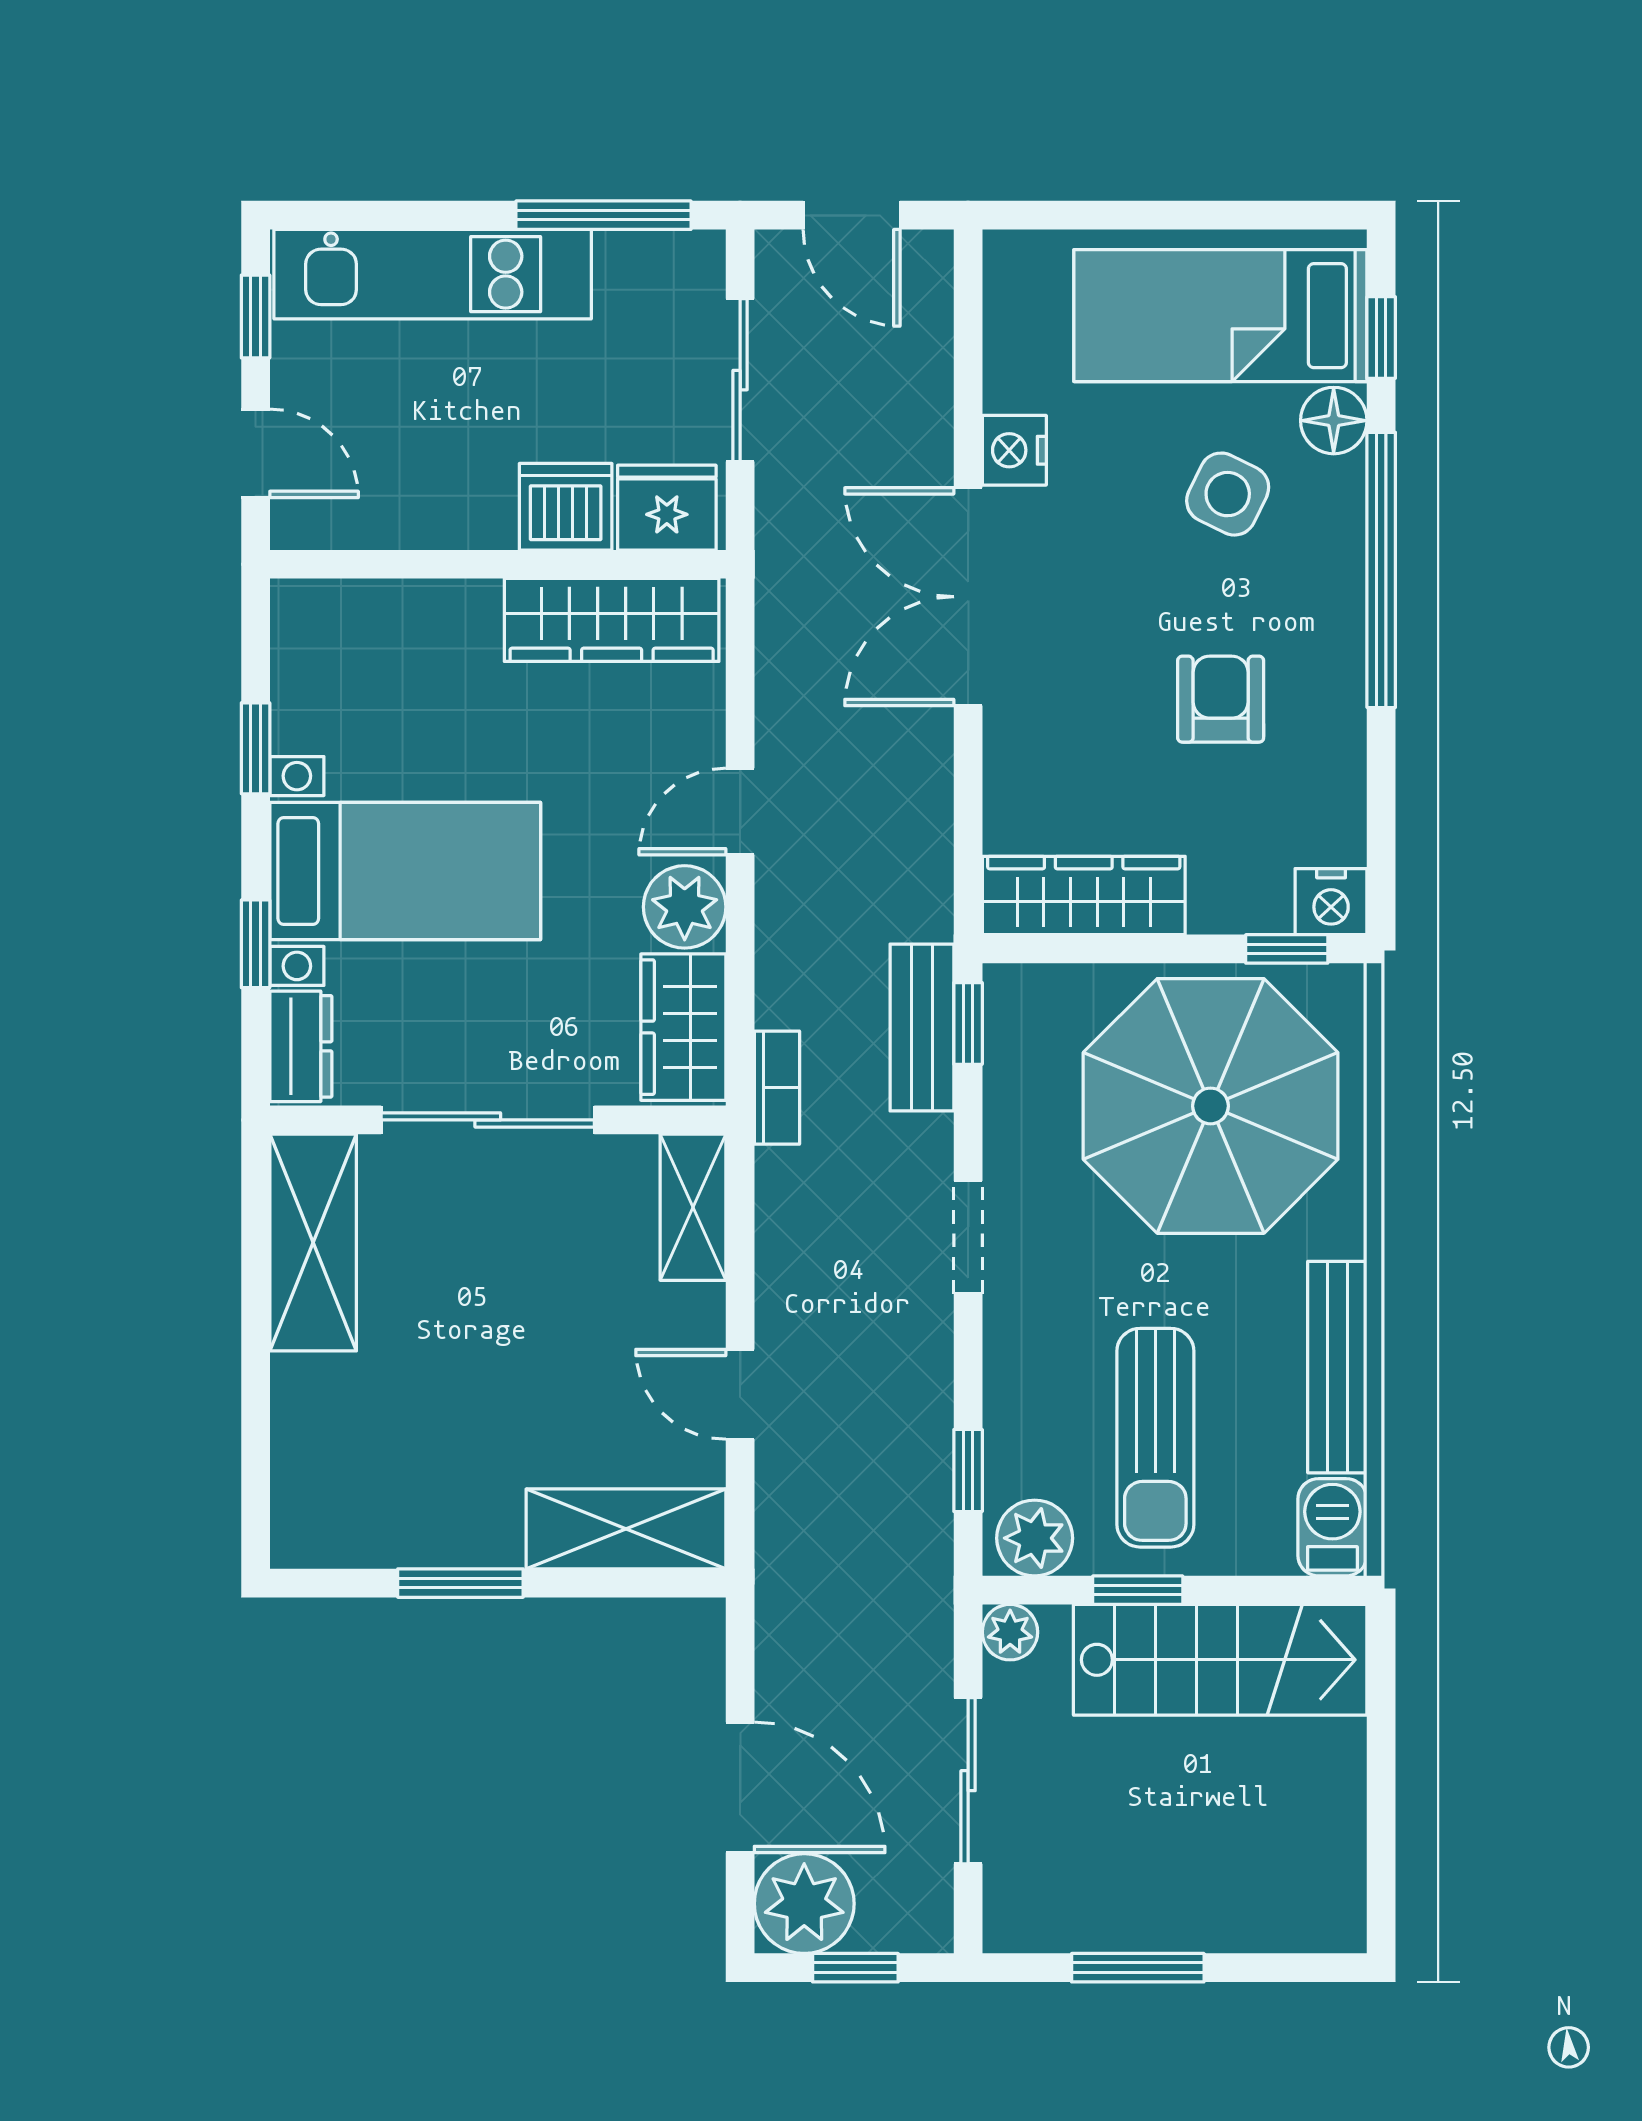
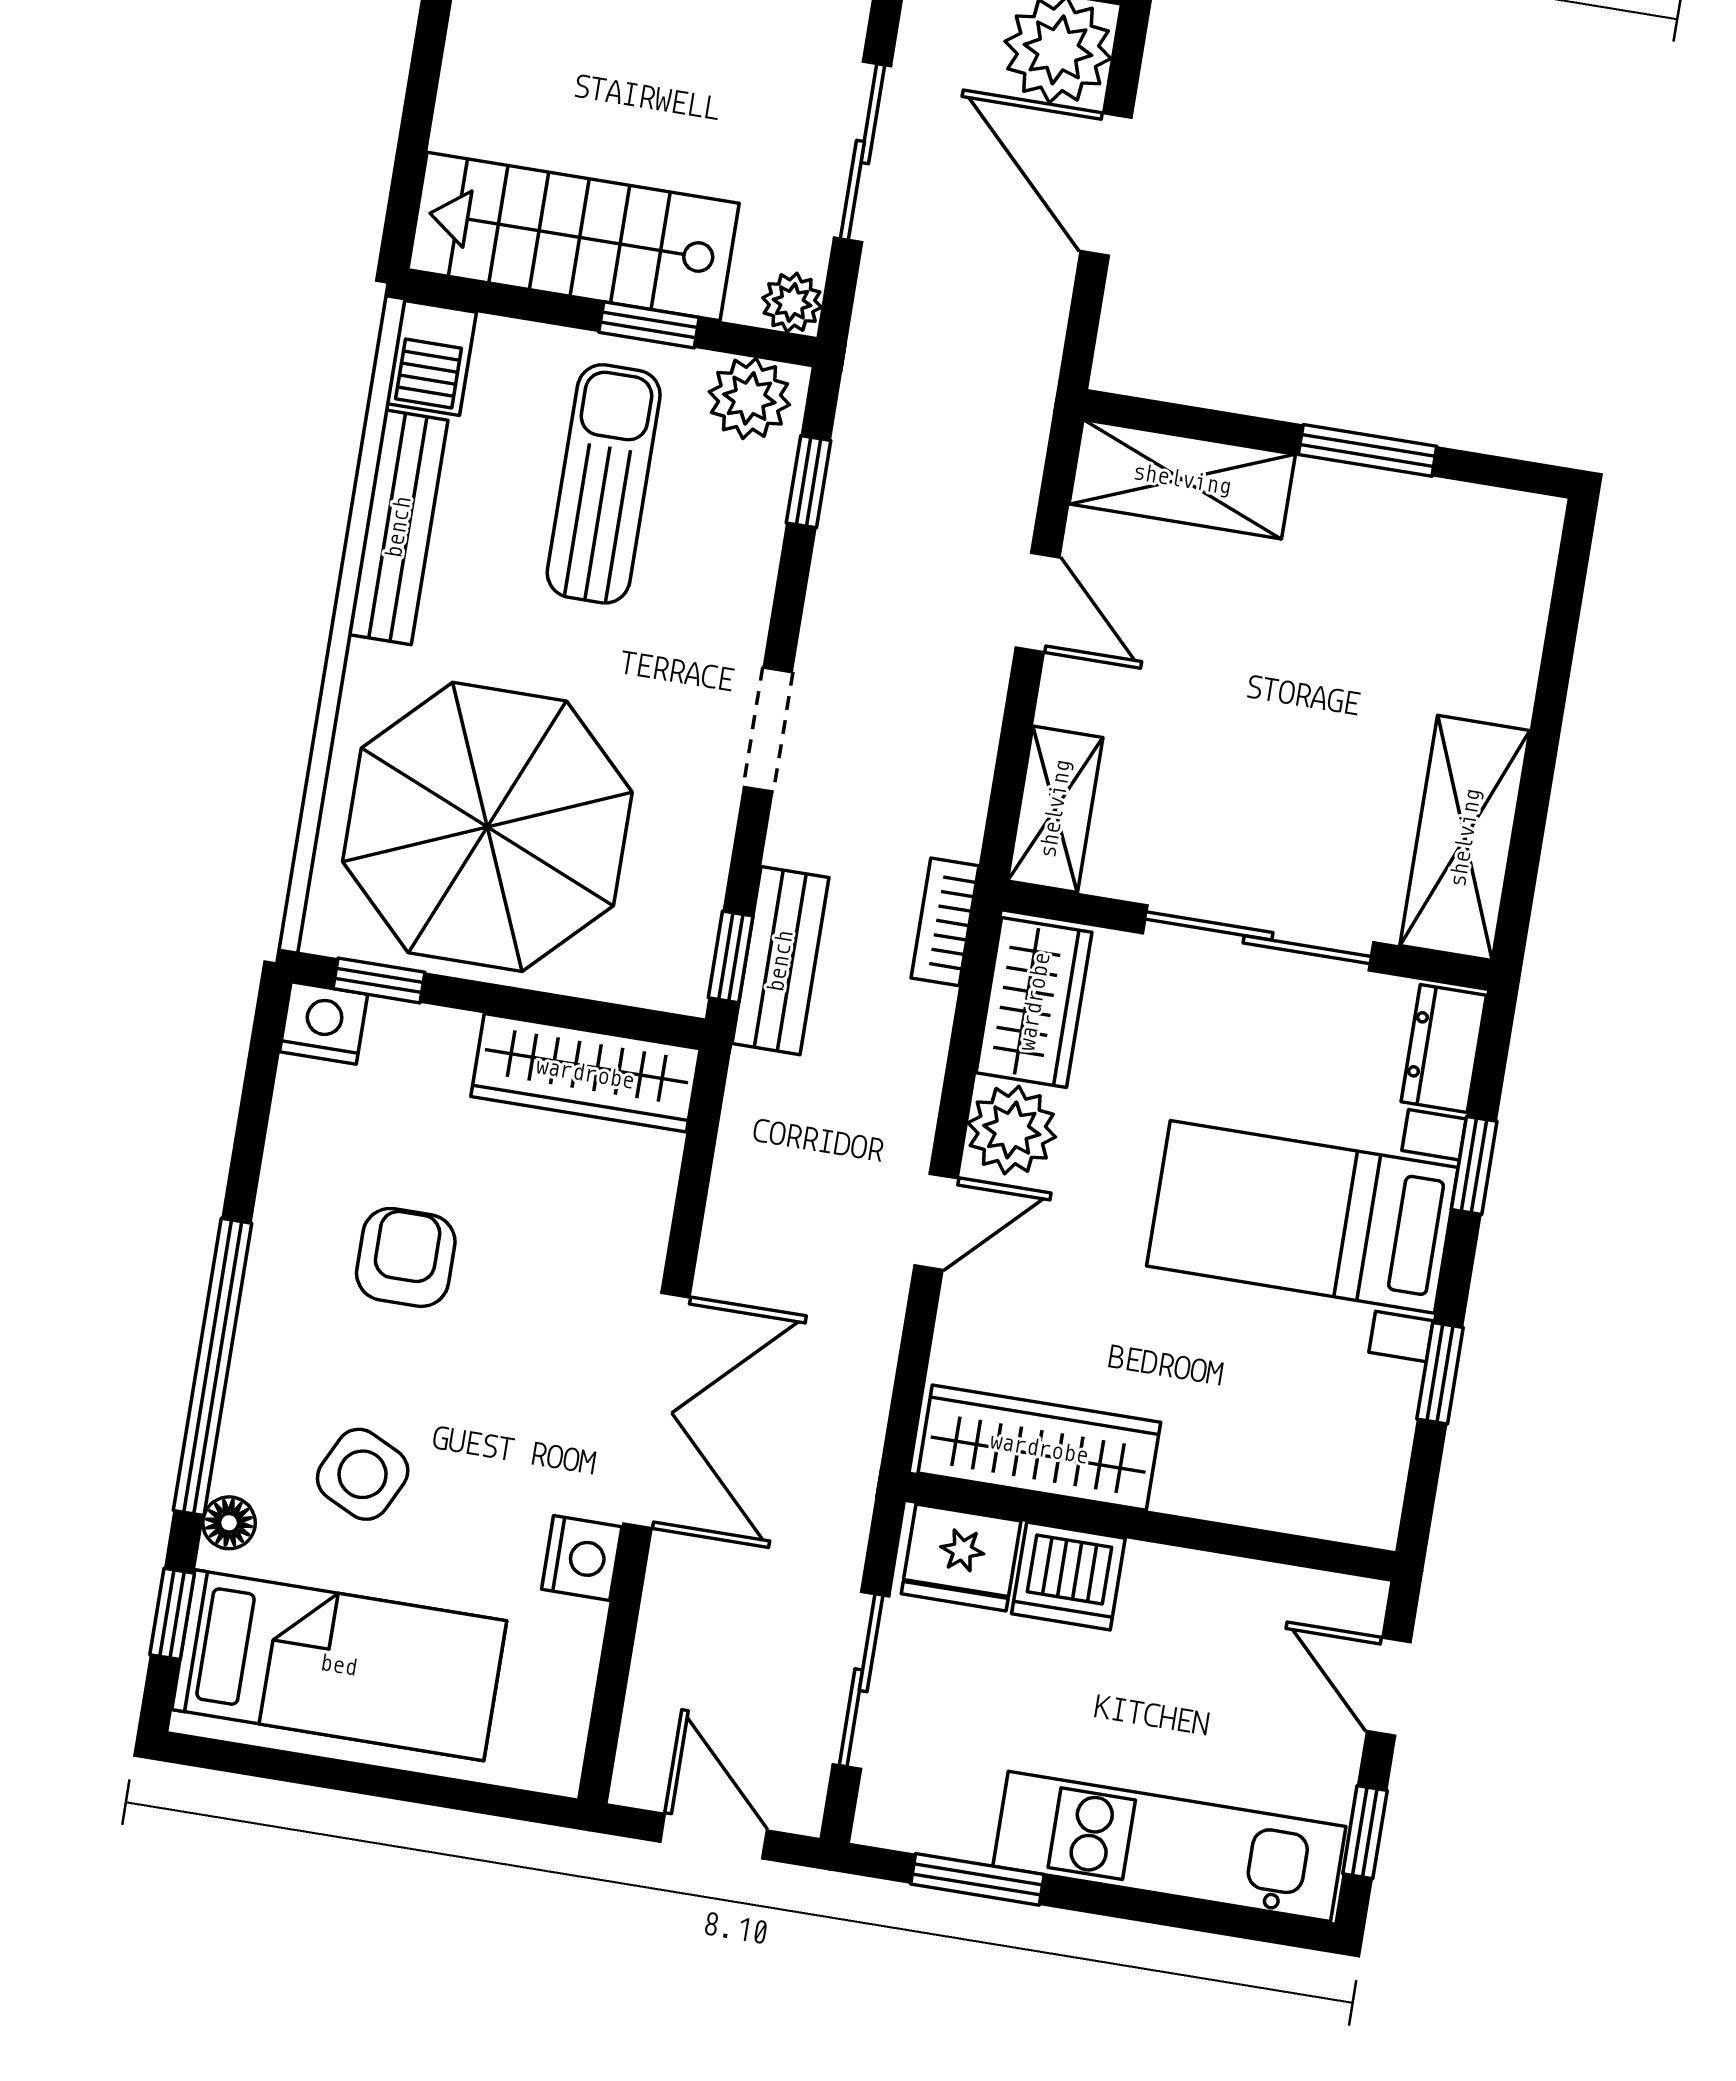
window: (604, 215) -> (977, 1879), width x0.69
floor lamp: (1334, 421) -> (229, 1523), width x0.73, depth x0.73
armchair: (1221, 699) -> (406, 1257), turned 180

